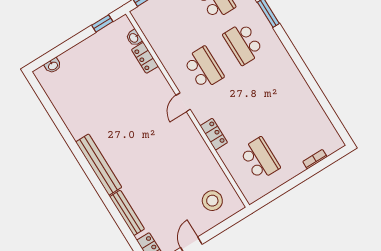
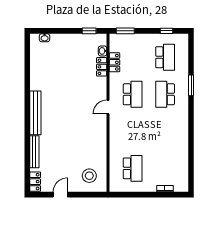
locker: (214, 134) -> (114, 62), moved

